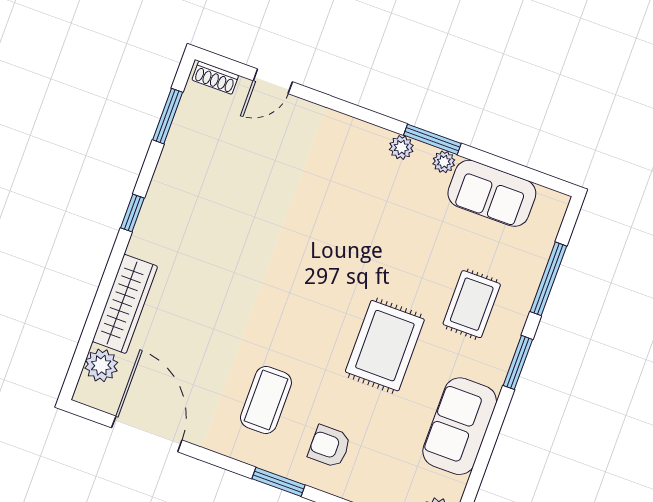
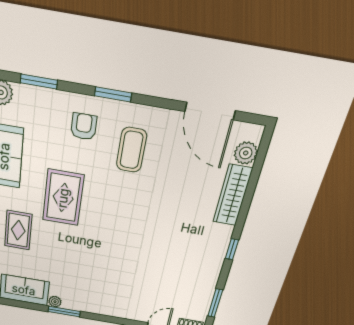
plant: (401, 147) -> (80, 305), removed
armchair: (329, 446) -> (84, 127), turned -90

